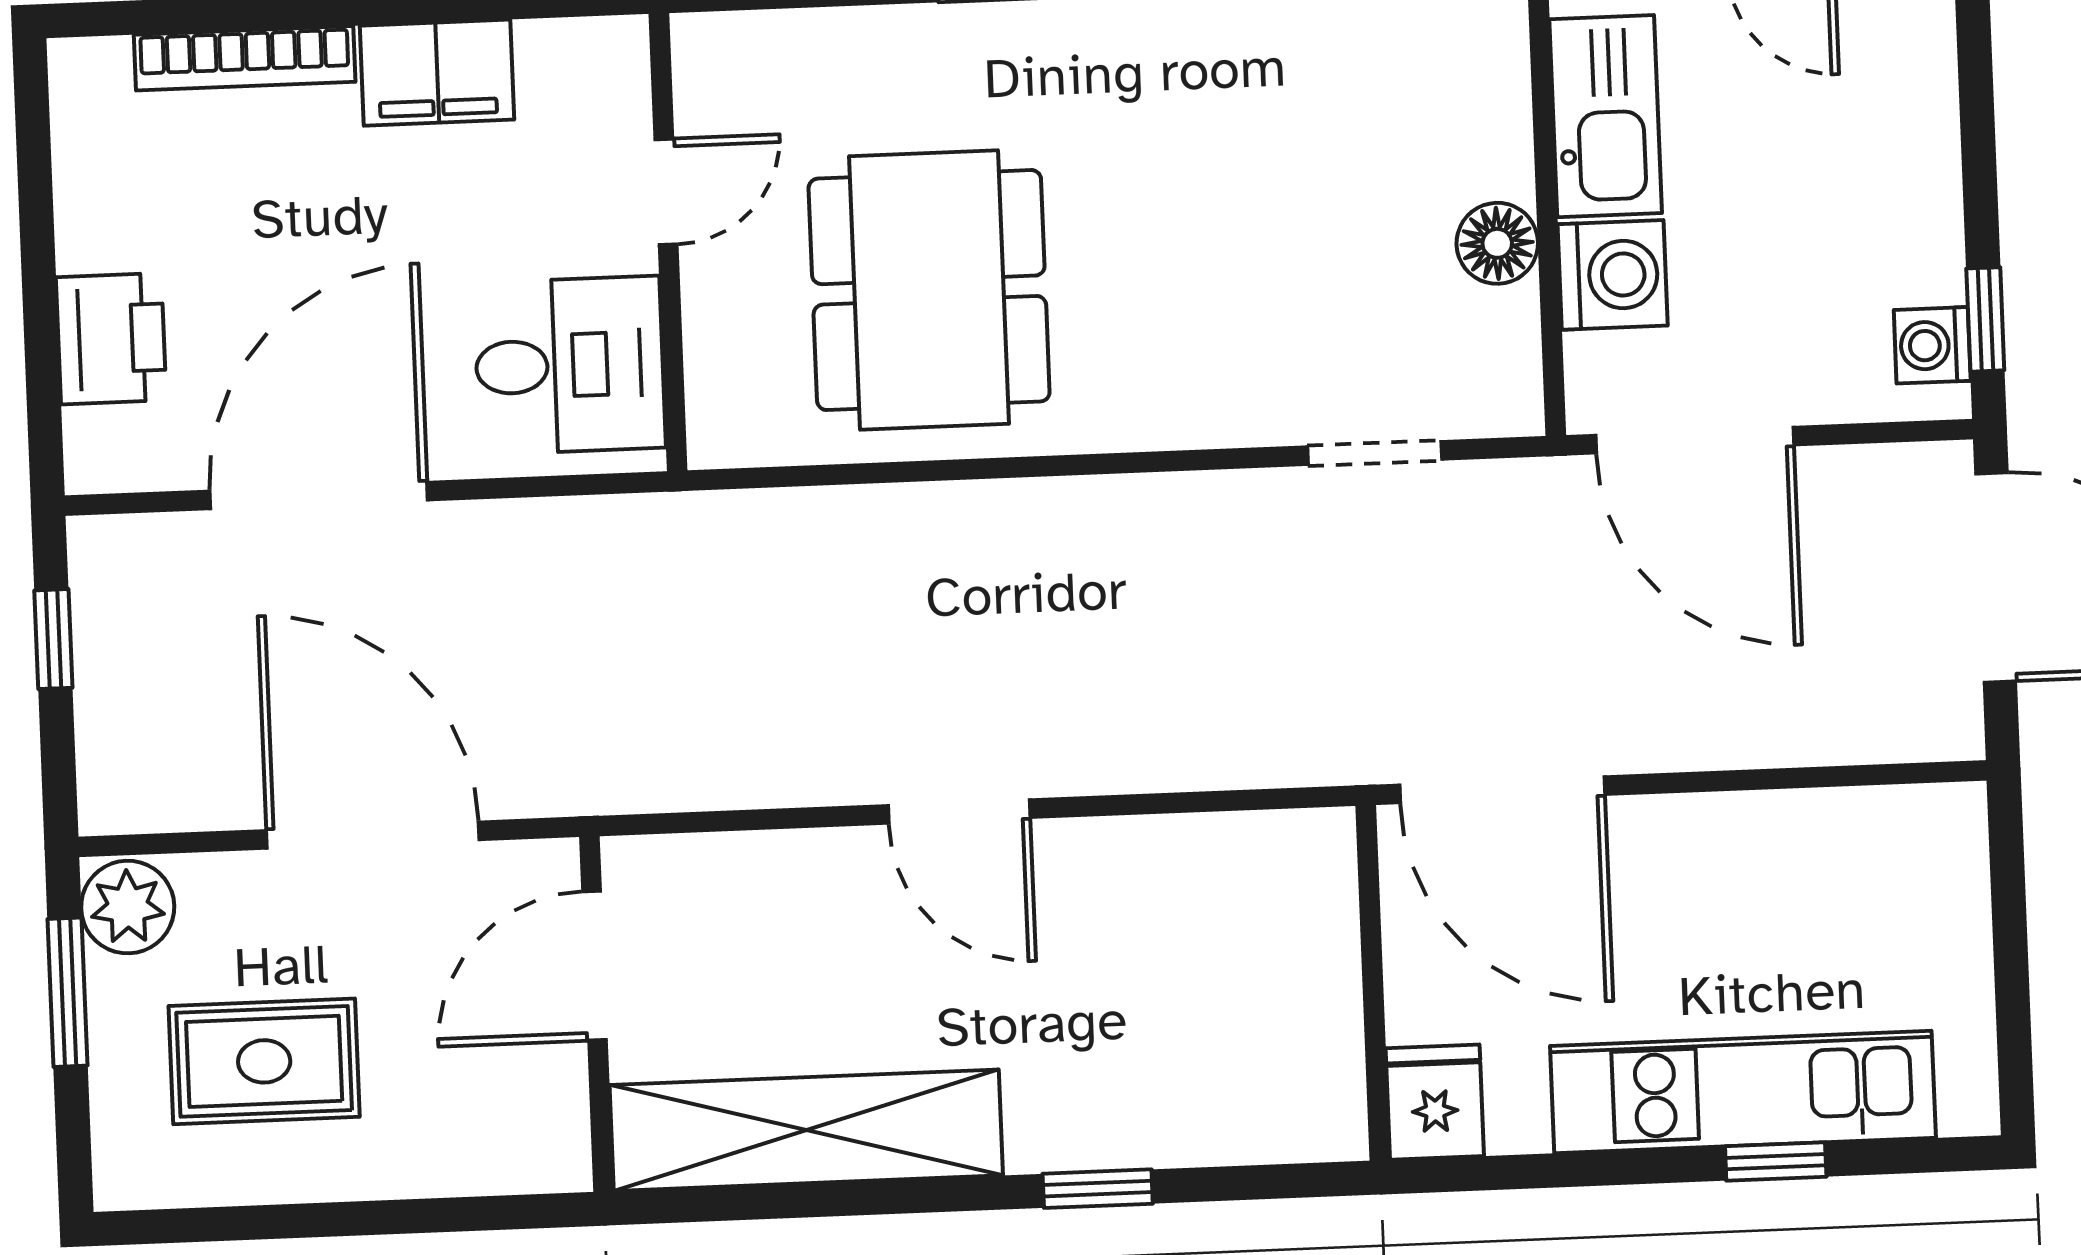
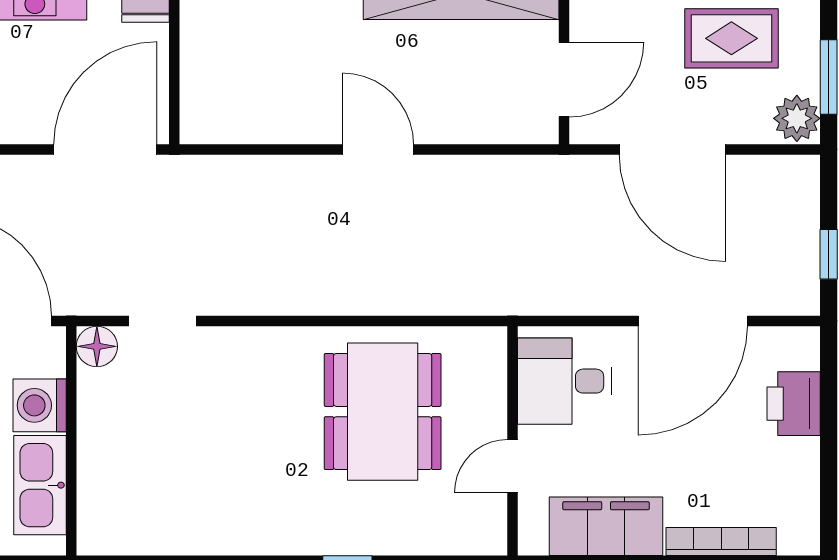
filing cabinet: (437, 73) -> (606, 526), width x1.50, depth x1.17
floor lamp: (1497, 243) -> (97, 346), moved
door: (1502, 790) -> (105, 150), hinge flipped

